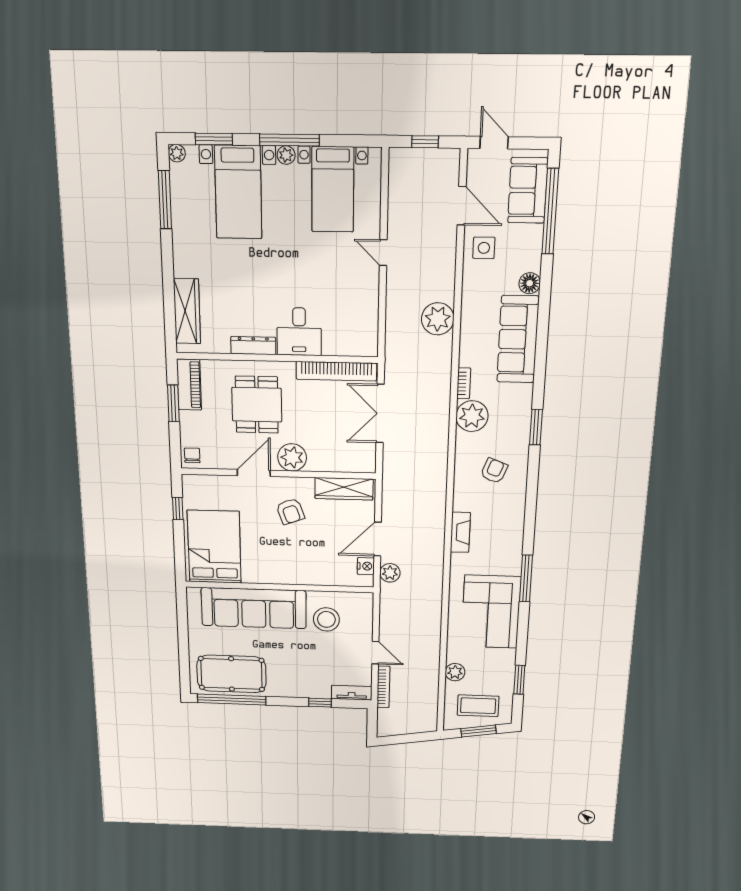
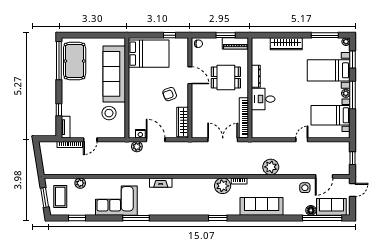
floor lamp: (530, 283) -> (311, 210), moved
wardrobe: (187, 311) -> (286, 44), moved
plant: (292, 457) -> (199, 95), removed
armchair: (494, 471) -> (194, 198), removed

